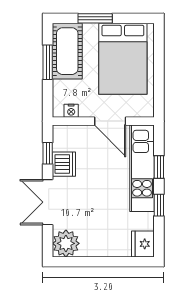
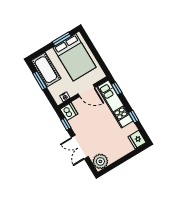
window: (95, 18) -> (62, 39), moved
dishwasher: (64, 164) -> (69, 112), moved
window: (159, 167) -> (117, 89), moved

